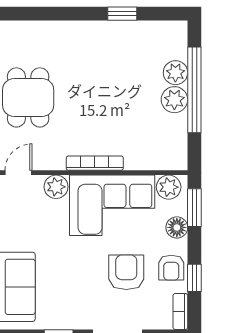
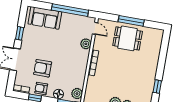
corner sofa: (112, 205) -> (73, 67), removed
armchair: (126, 272) -> (43, 68), turned 180

